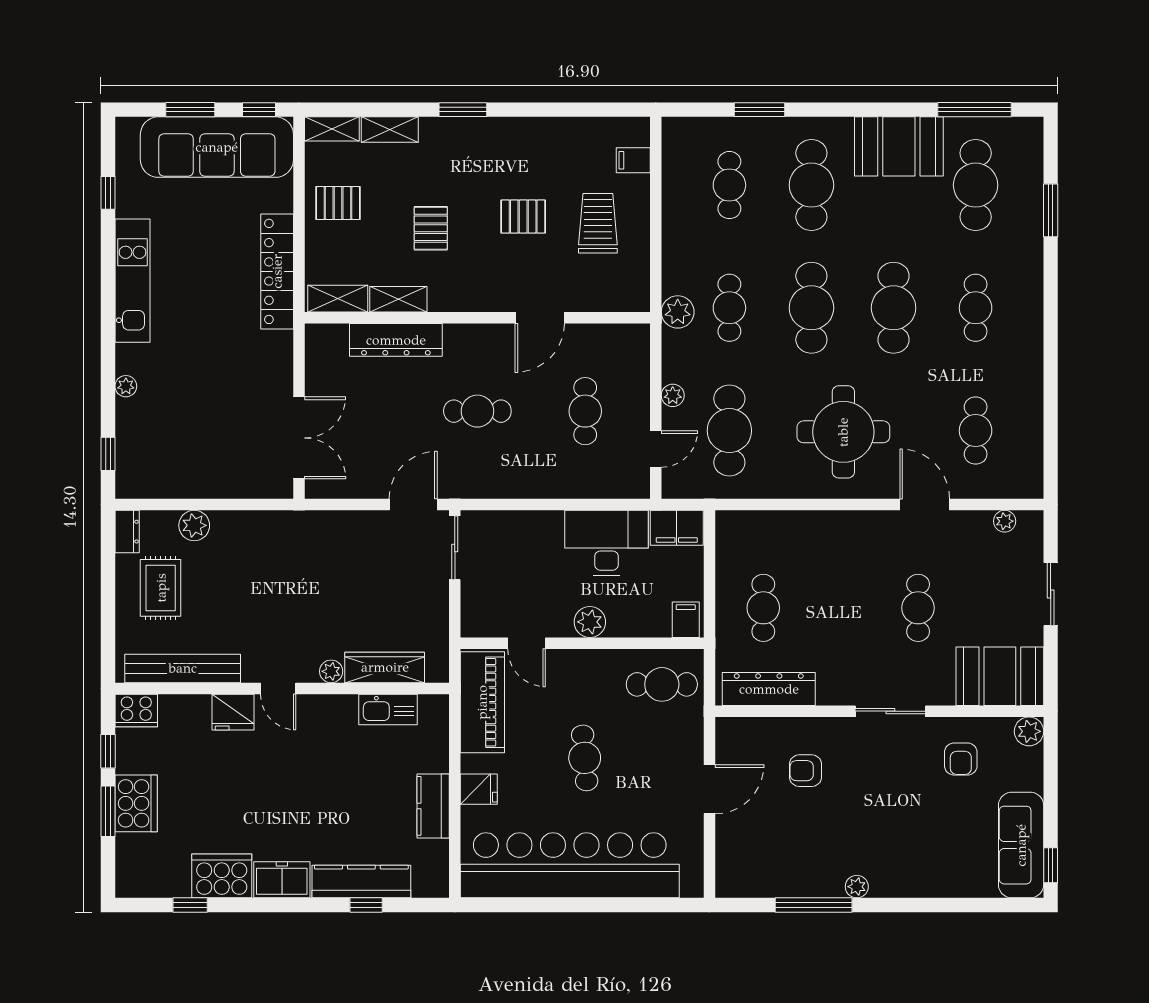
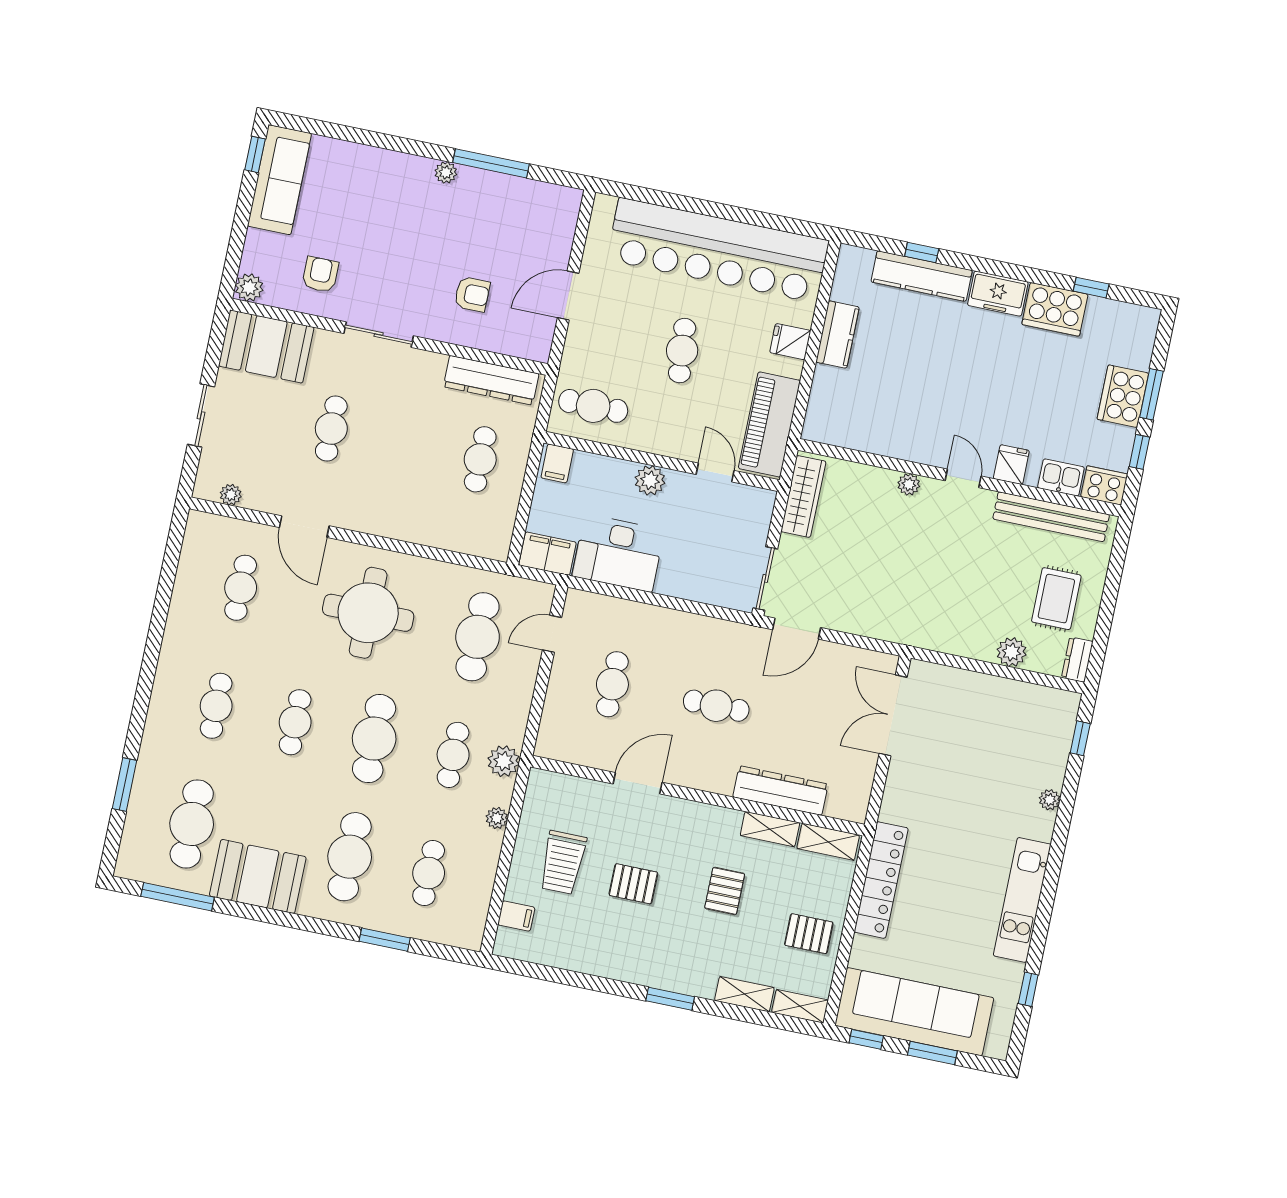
cafe table: (894, 308) -> (295, 722), width x0.73, depth x0.74
plant: (673, 395) -> (497, 818), moved
wardrobe: (385, 667) -> (803, 496), moved, turned -90
kitchen sink: (388, 710) -> (1061, 478), moved, width x0.73
fridge: (233, 712) -> (1011, 465), width x0.72

